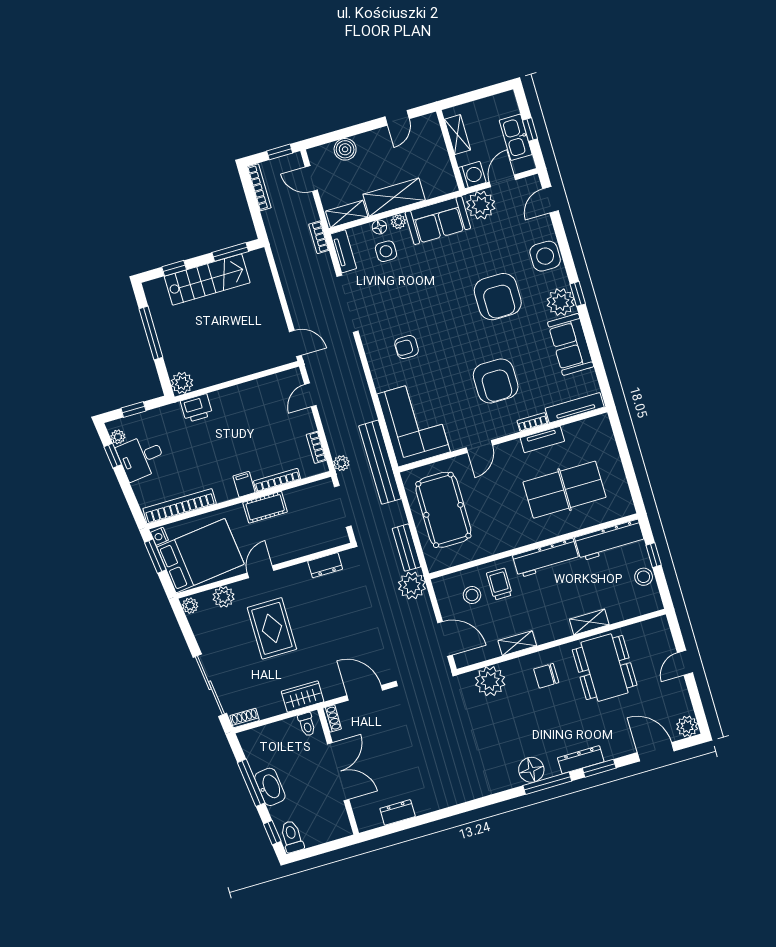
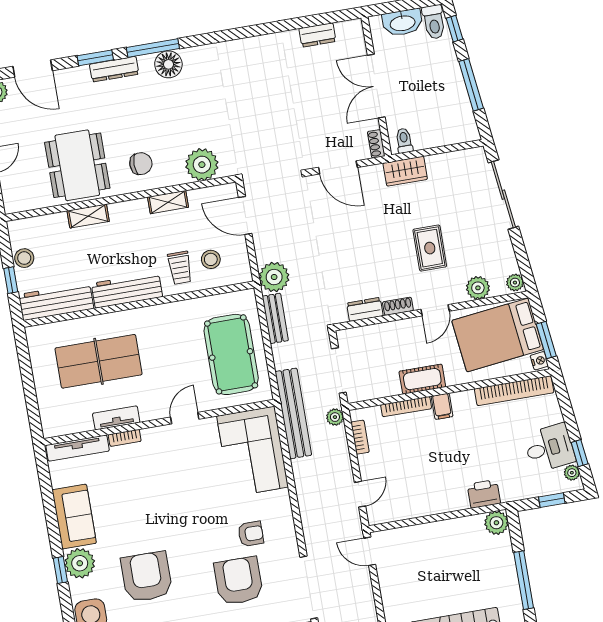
armchair: (496, 381) -> (239, 581), moved
rug: (272, 628) -> (430, 248), width x0.73, depth x0.70
shoe rack: (245, 718) -> (398, 306), moved, turned 180
washbasin: (270, 787) -> (402, 23), moved, turned -83

